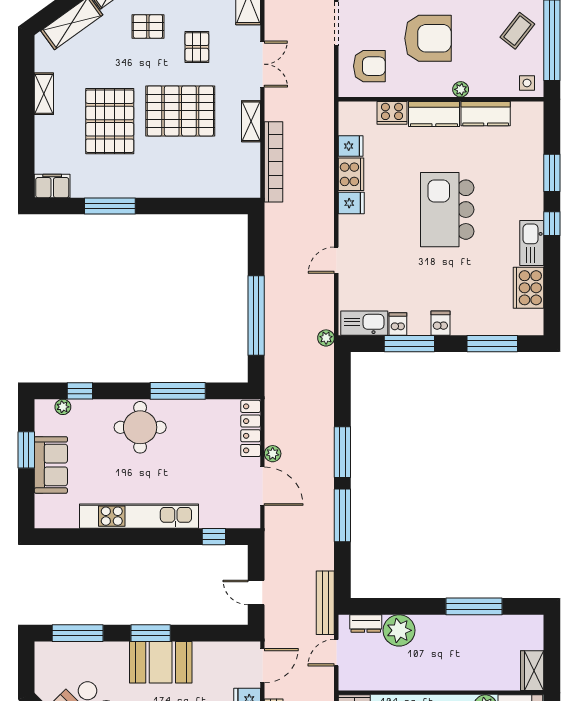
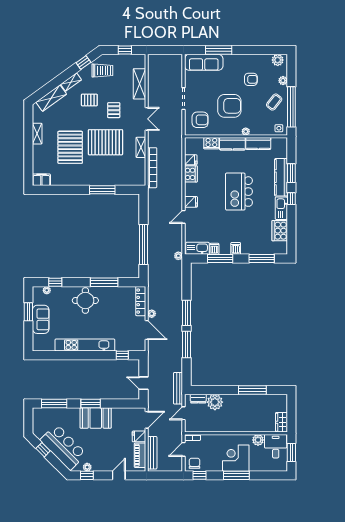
kitchen counter: (531, 181) -> (281, 177), added
fridge: (351, 203) -> (191, 202), moved
window: (110, 206) -> (102, 190), moved

